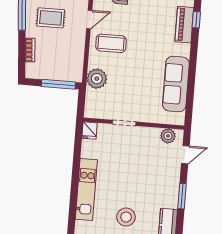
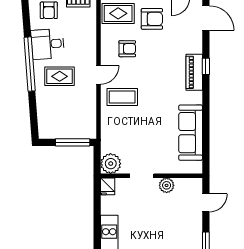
bookcase: (30, 50) -> (41, 110), removed
plant: (97, 79) -> (111, 164), moved
plant: (168, 136) -> (167, 185), moved

